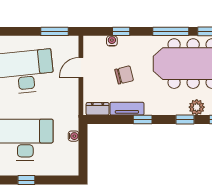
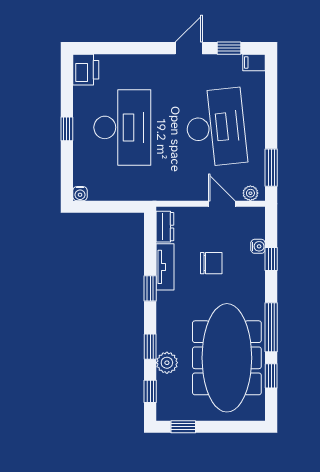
plant: (73, 46) -> (250, 193), added
chair: (124, 75) -> (211, 263), turned -76
water cooler: (74, 136) -> (80, 194), moved

